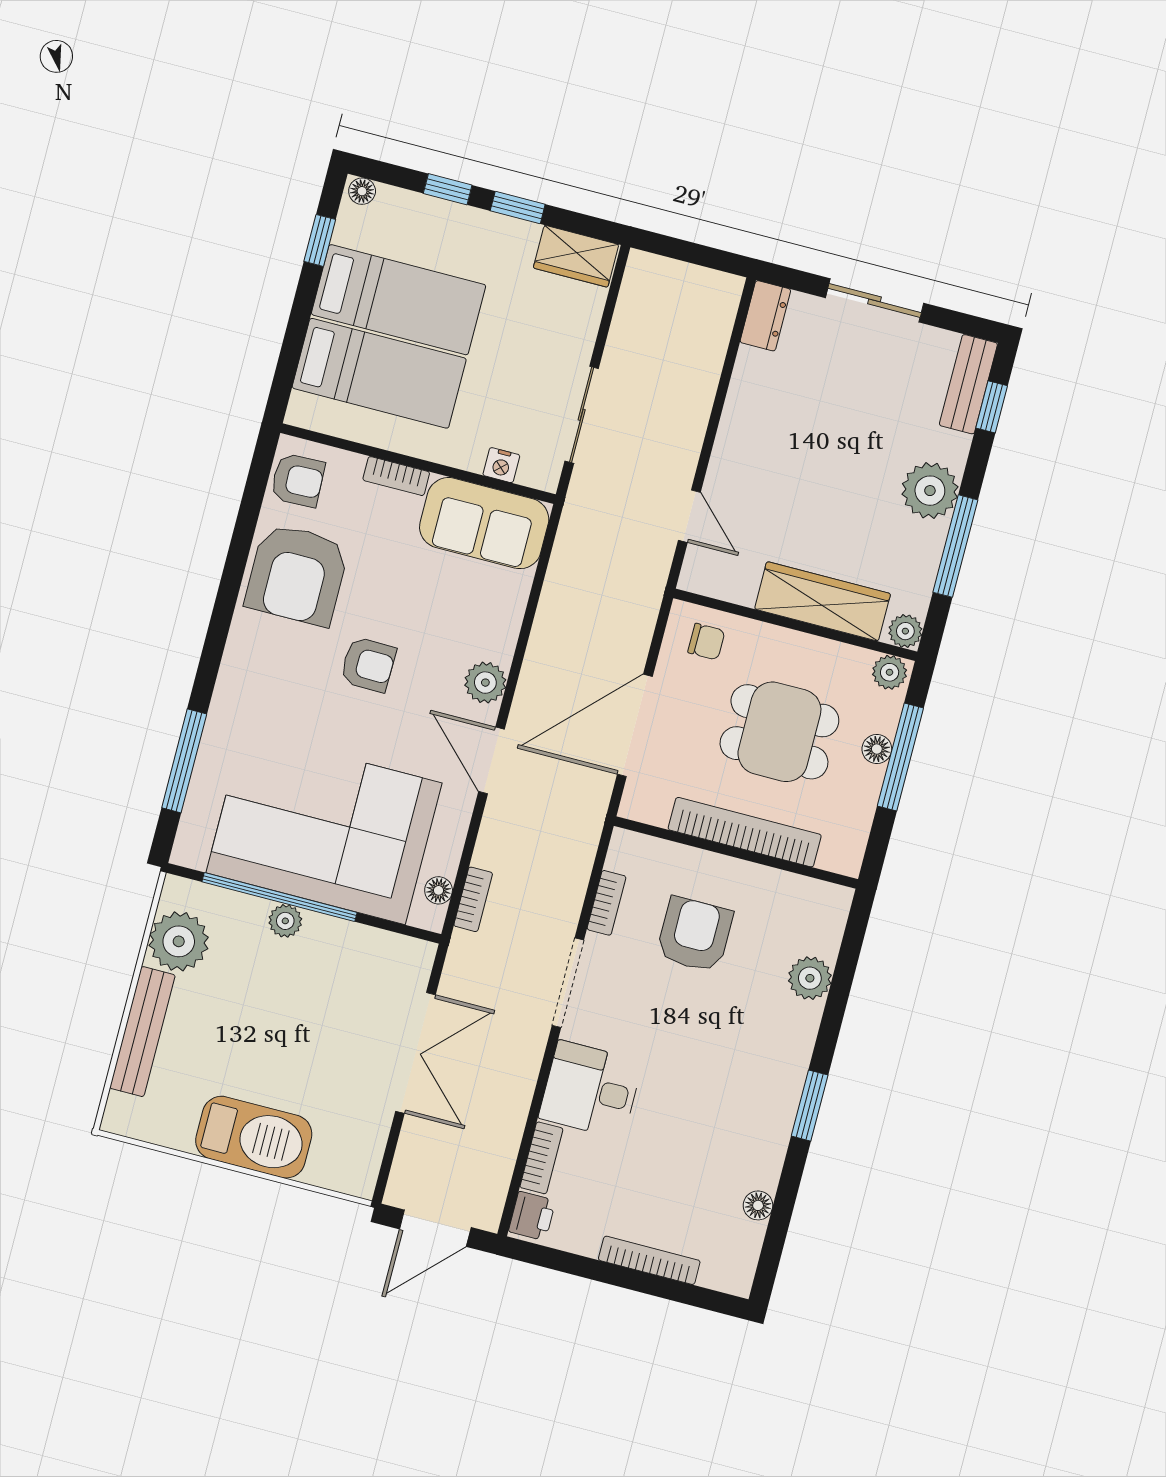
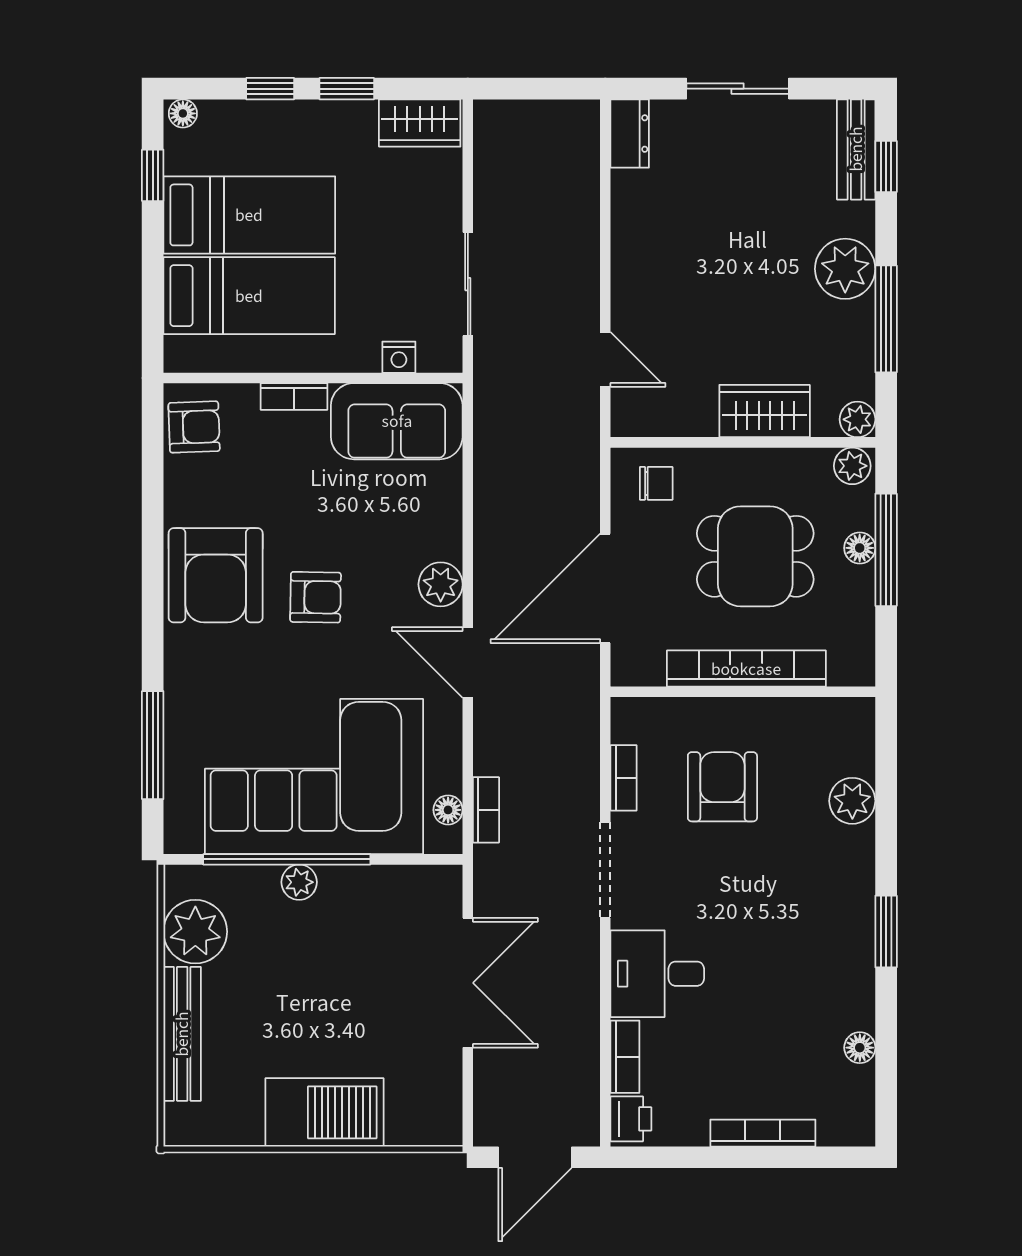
armchair: (297, 575) -> (216, 575), moved
wardrobe: (823, 601) -> (765, 411), width x0.67

